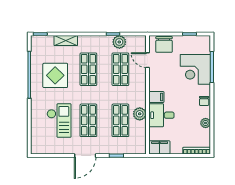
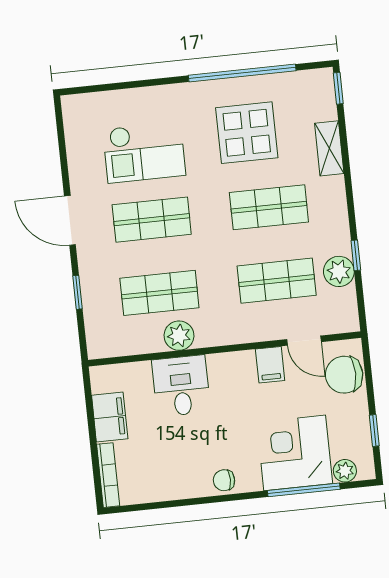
door: (147, 60) -> (304, 341), swing flipped
filing cabinet: (156, 97) -> (270, 365), moved
plant: (206, 123) -> (345, 471), moved
filing cabinet: (160, 147) -> (110, 417), moved

